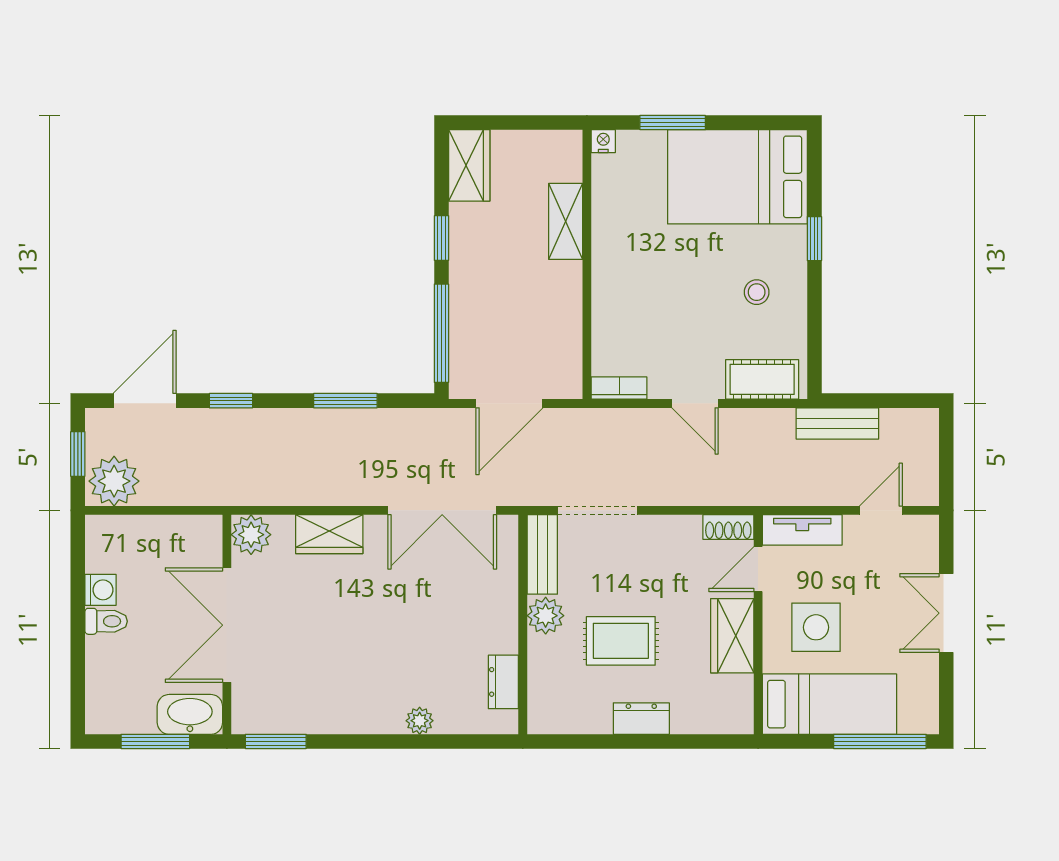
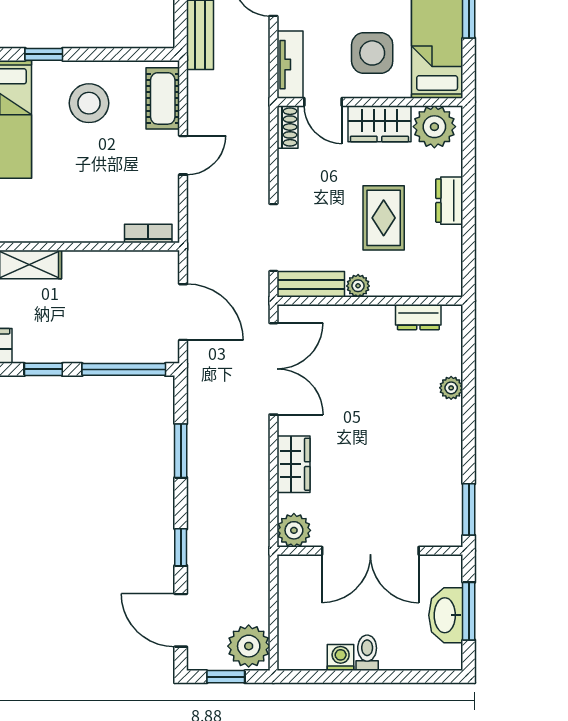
stool: (757, 292) -> (89, 103), width x1.89, depth x1.89
bookcase: (619, 388) -> (148, 233), moved, turned 90
plant: (546, 616) -> (358, 286), width x0.73, depth x0.73
plant: (729, 701) -> (434, 127), added
washbasin: (190, 714) -> (446, 615), moved

